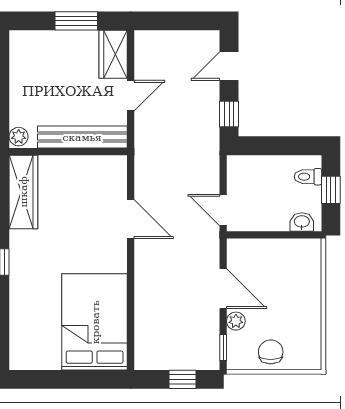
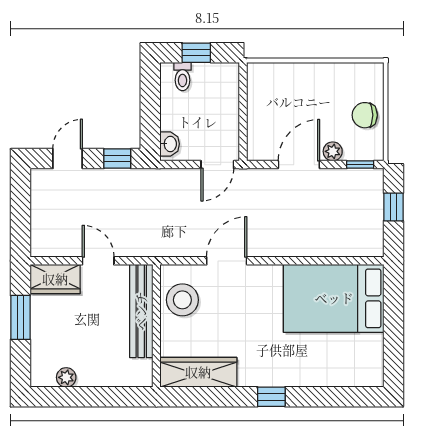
door: (229, 66) -> (68, 159), swing flipped
plant: (19, 137) -> (66, 377), moved
stool: (93, 177) -> (182, 300), added
washbasin: (302, 222) -> (170, 144), moved, turned 180

